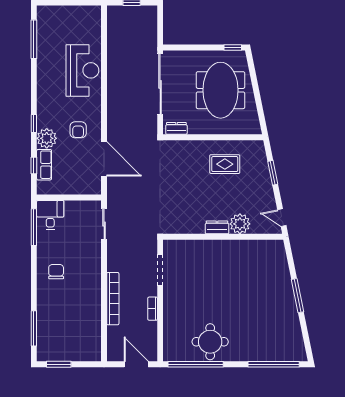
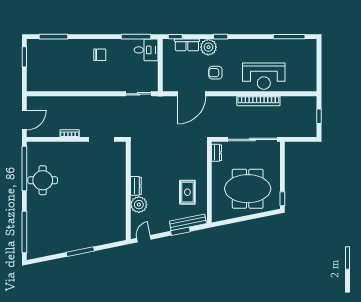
bench: (262, 163) -> (188, 222), added
window: (34, 166) -> (175, 37), moved
bookcase: (113, 299) -> (258, 101), moved

